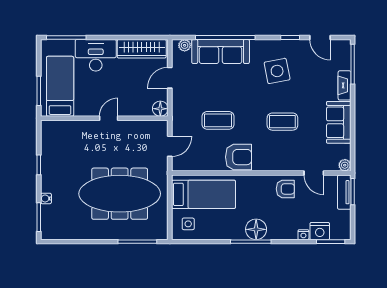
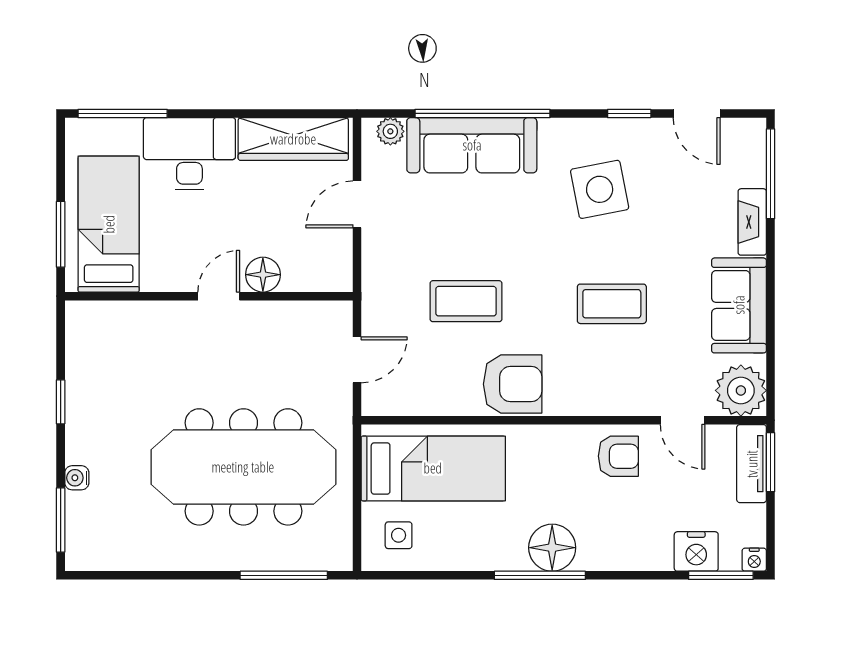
floor lamp: (160, 109) -> (263, 275), moved
plant: (345, 165) -> (741, 390), width x1.87, depth x1.87
nightstand: (303, 235) -> (754, 560), moved

